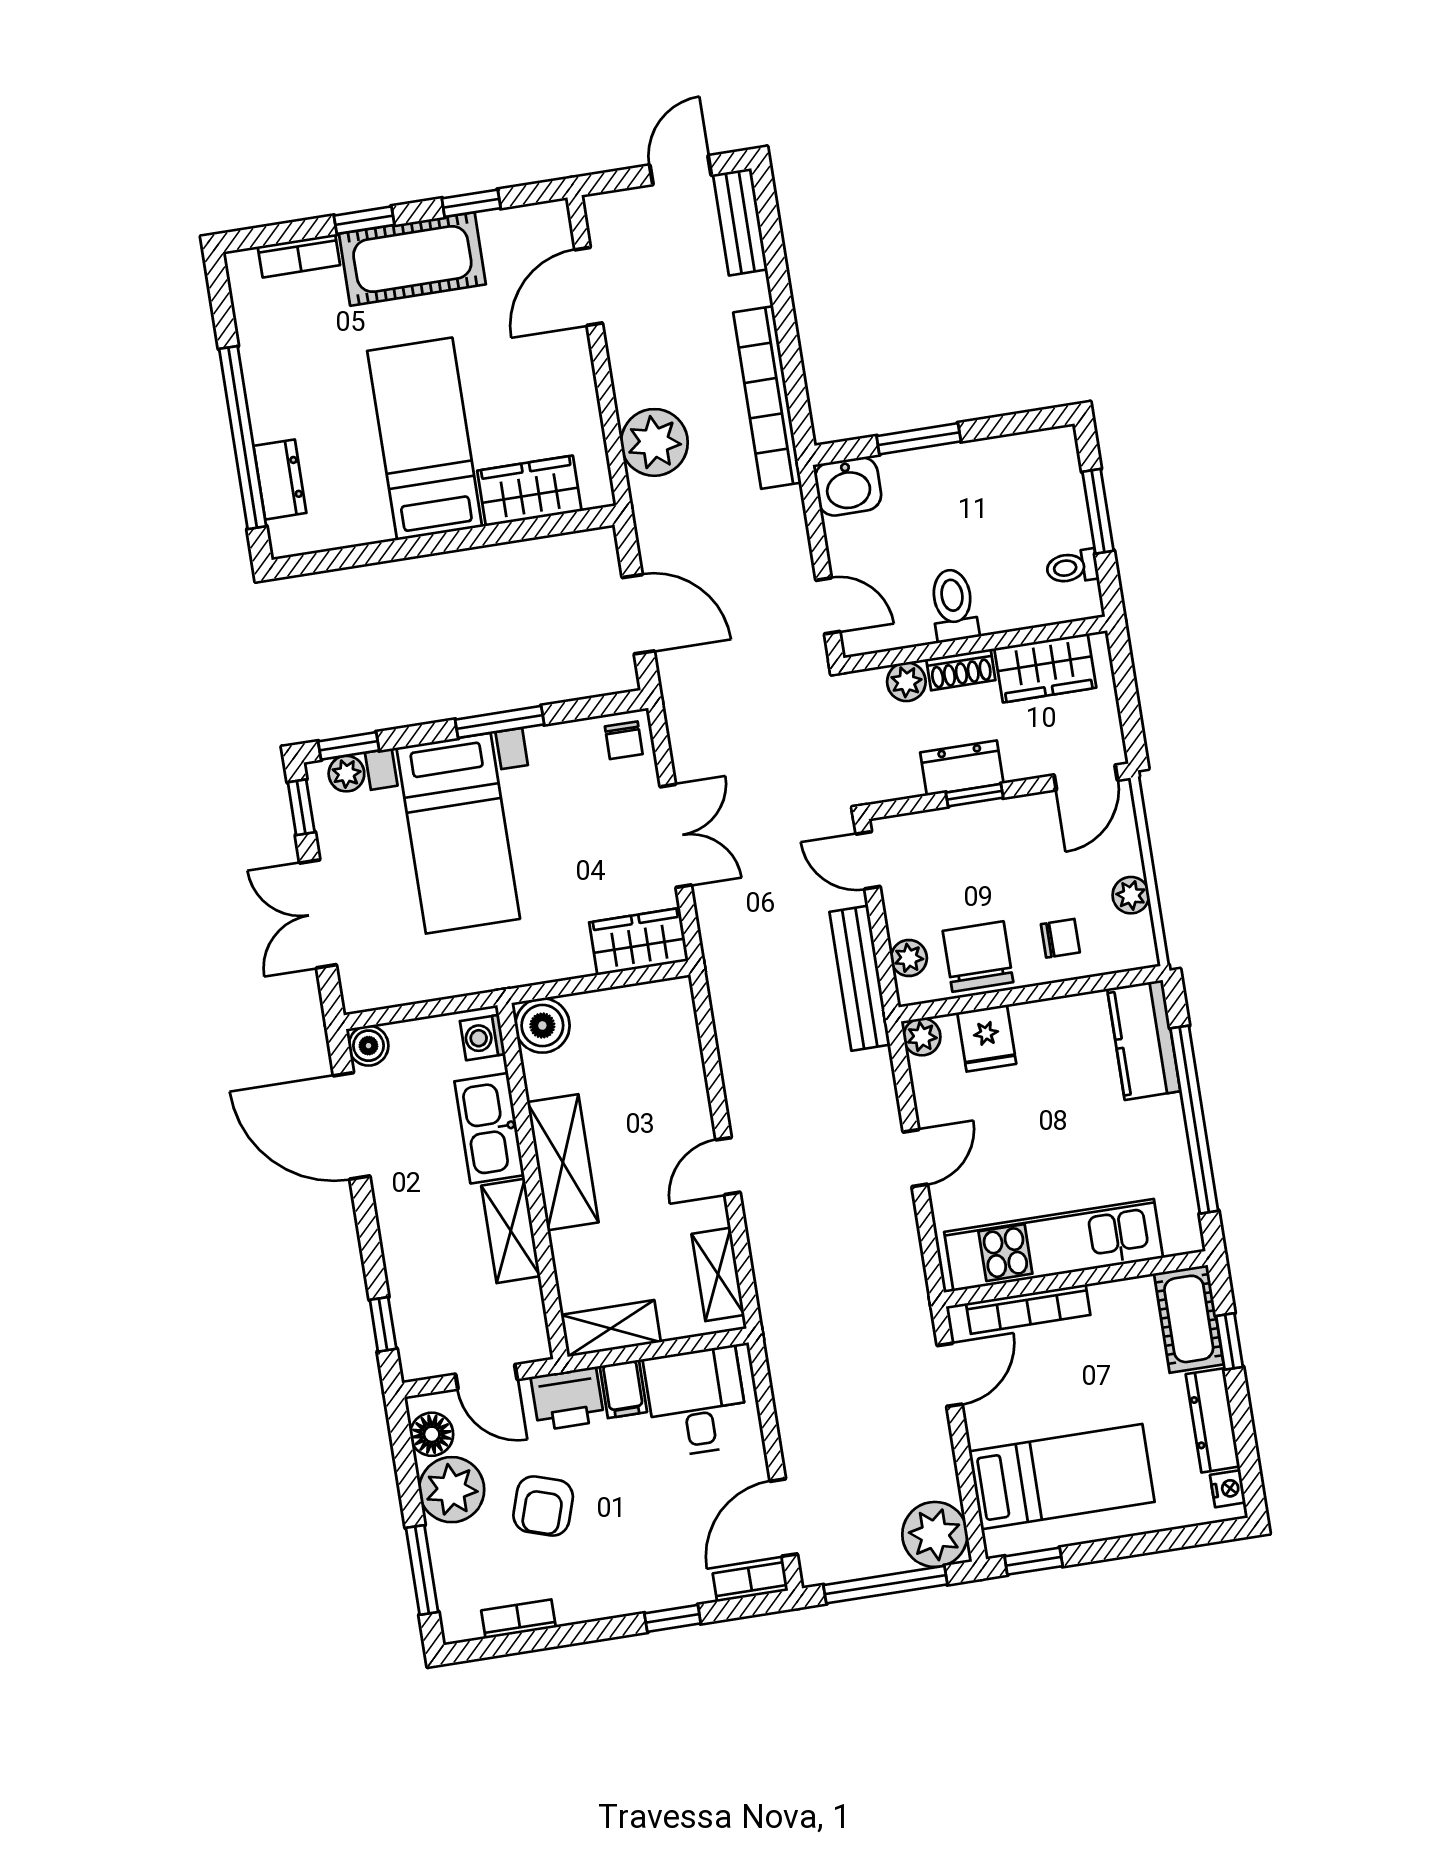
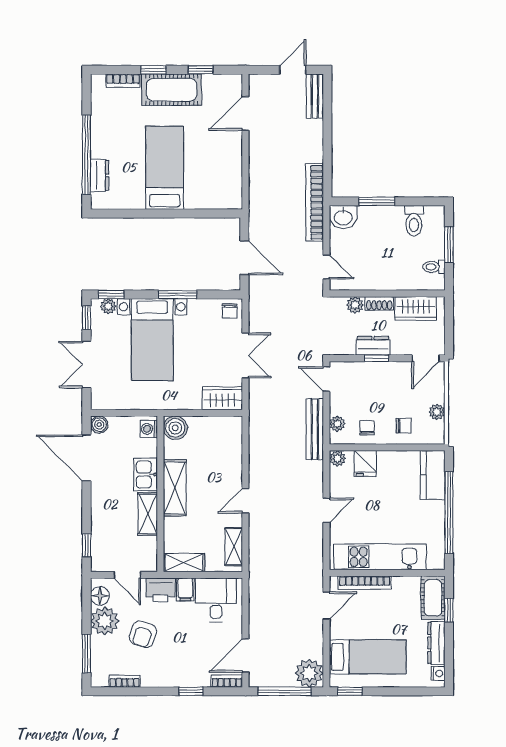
bookcase: (767, 398) -> (315, 202), moved
plant: (654, 442) -> (263, 185), removed
wardrobe: (529, 491) -> (206, 197), removed
toilet: (953, 605) -> (414, 221), moved, turned 180
chair: (978, 956) -> (367, 428), width x0.54, depth x0.54
kitchen sink: (489, 1128) -> (145, 474), width x0.73

